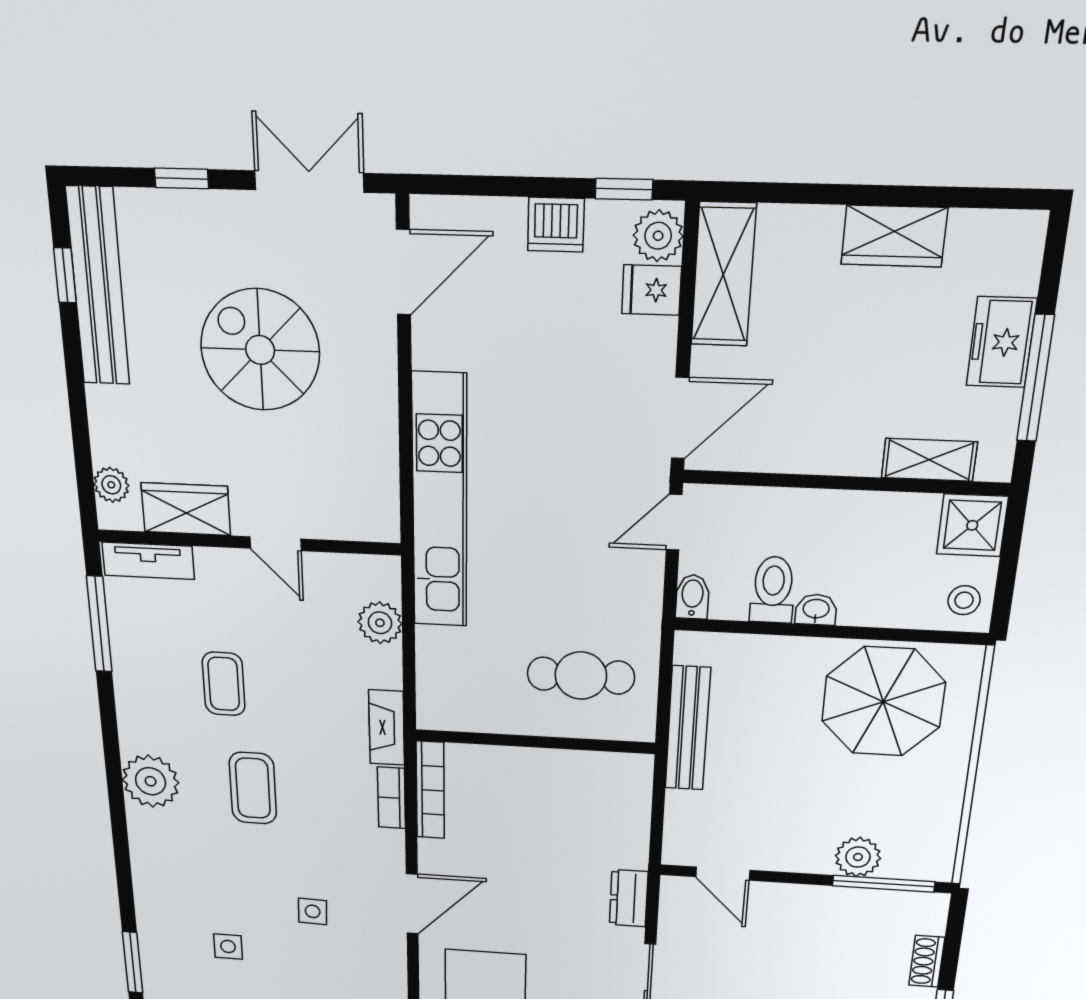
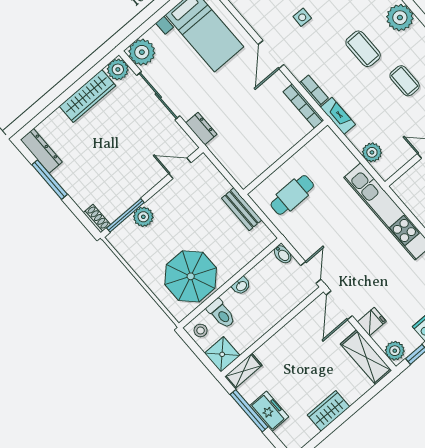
fridge: (652, 290) -> (372, 322), moved
shelving: (929, 460) -> (243, 371), moved
toilet: (773, 590) -> (221, 314), moved
bench: (688, 728) -> (242, 209), width x0.73
shoe rack: (927, 961) -> (97, 219), moved

